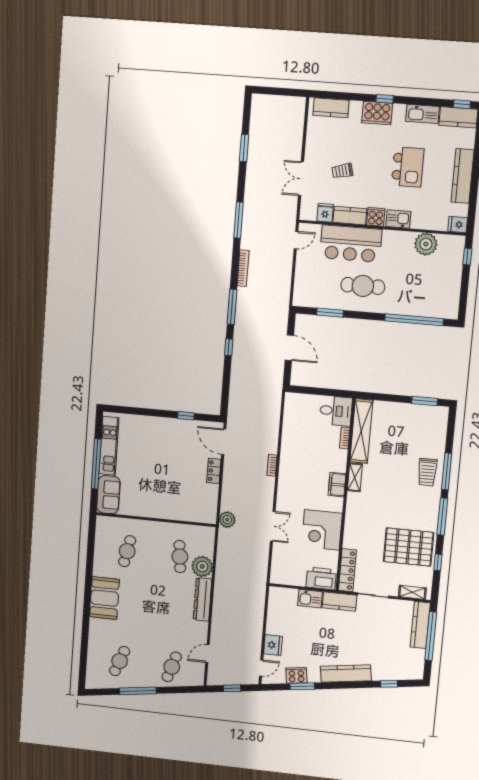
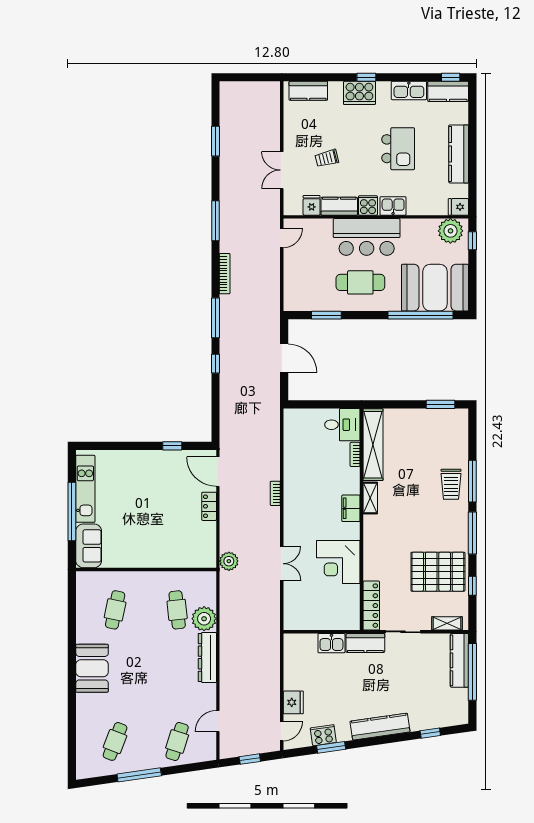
bar counter: (351, 244) -> (367, 237), moved
plant: (426, 244) -> (450, 231), moved
booth: (429, 296) -> (435, 288), added
printer: (321, 578) -> (342, 618), removed

